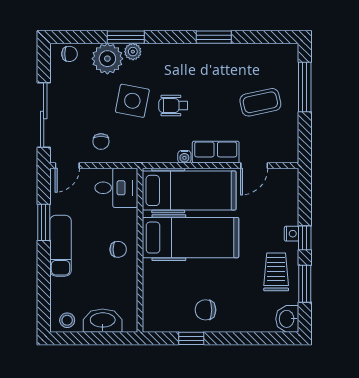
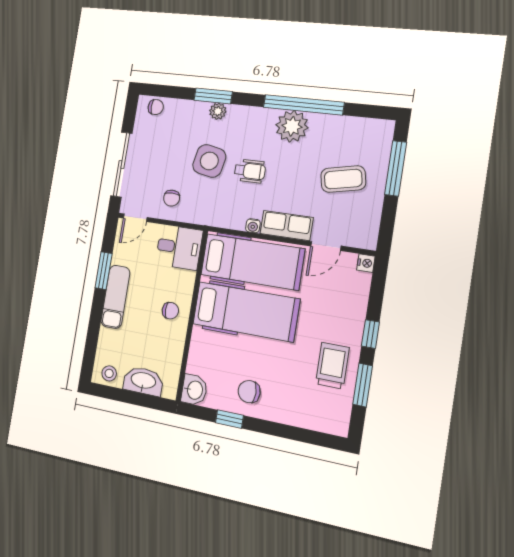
window: (214, 37) -> (303, 105), width x2.11
plant: (107, 59) -> (292, 126), moved
wheelchair: (173, 106) -> (250, 171), turned 180
nightstand: (292, 234) -> (366, 263), moved
washbasin: (287, 319) -> (194, 390), moved, turned 180

